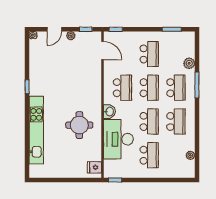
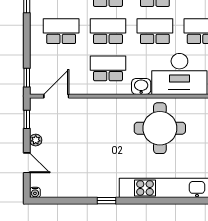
round table: (79, 125) -> (160, 128), width x1.36, depth x1.36

